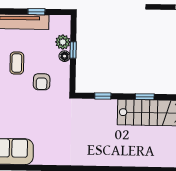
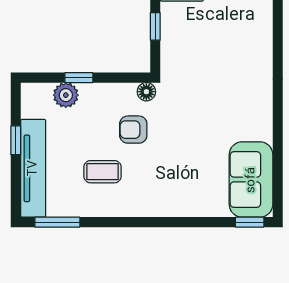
floor lamp: (65, 56) -> (146, 92), moved
armchair: (42, 82) -> (133, 130), turned 180

